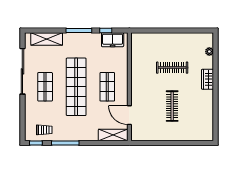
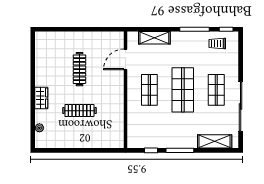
freezer: (113, 40) -> (144, 141), removed
shop shelf: (76, 87) -> (183, 90), width x0.71
door: (129, 115) -> (126, 59), swing flipped
shelving: (113, 135) -> (154, 38), moved

